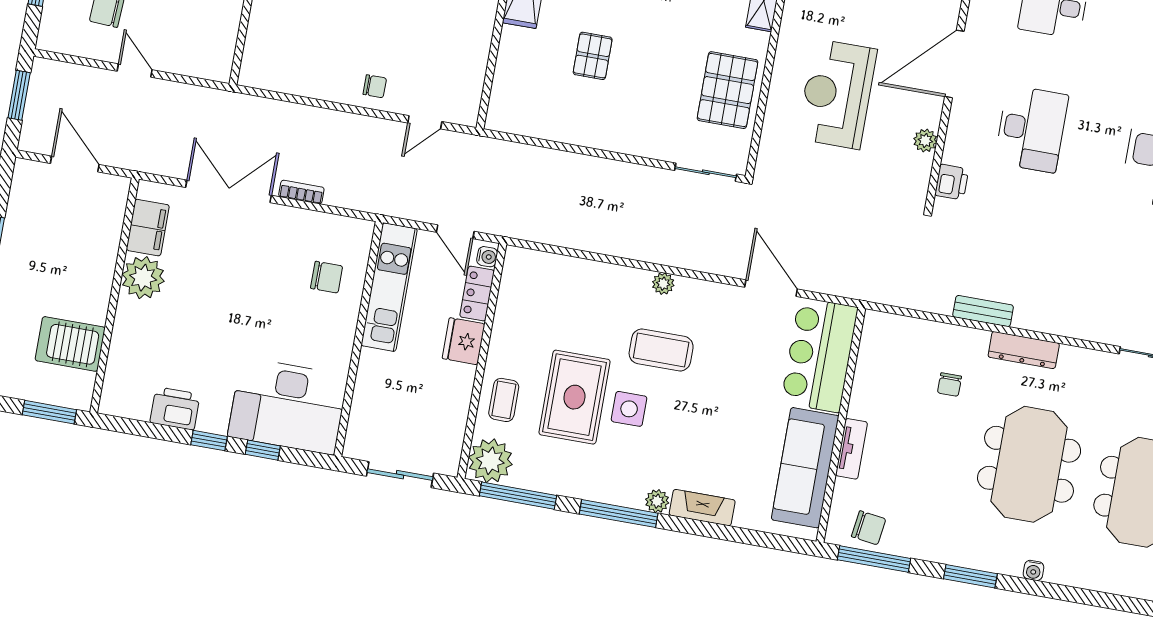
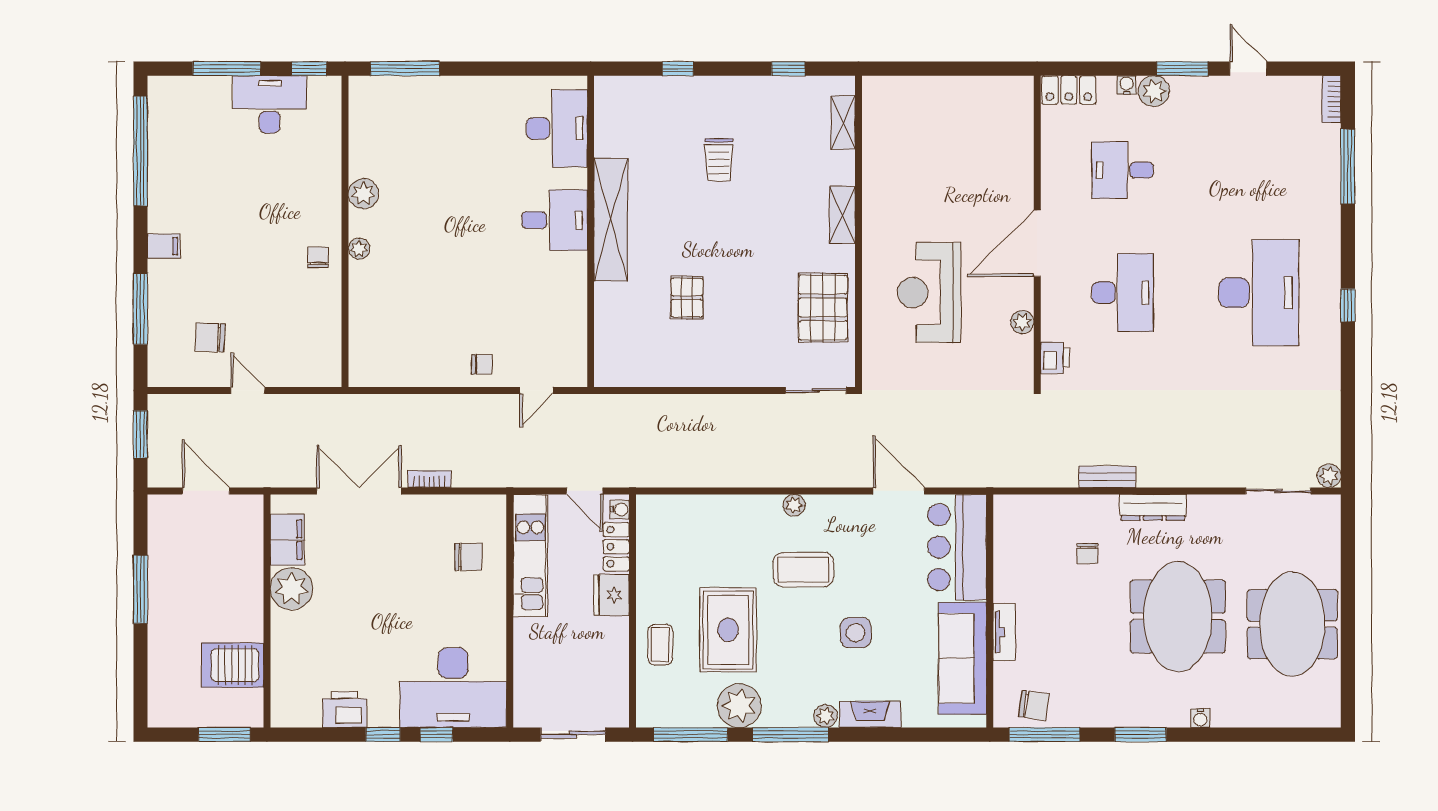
side table: (629, 409) -> (856, 633), moved
plant: (490, 461) -> (739, 706), moved

